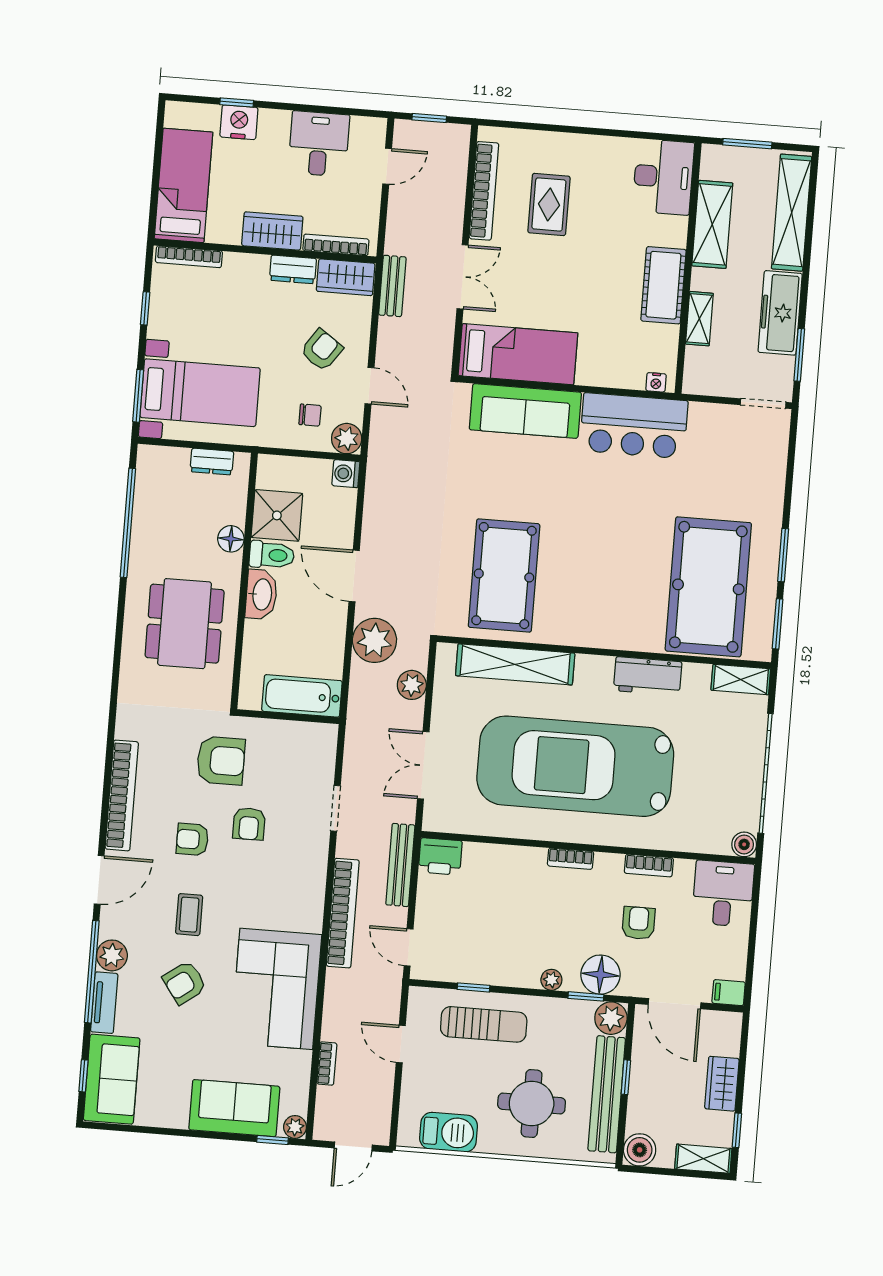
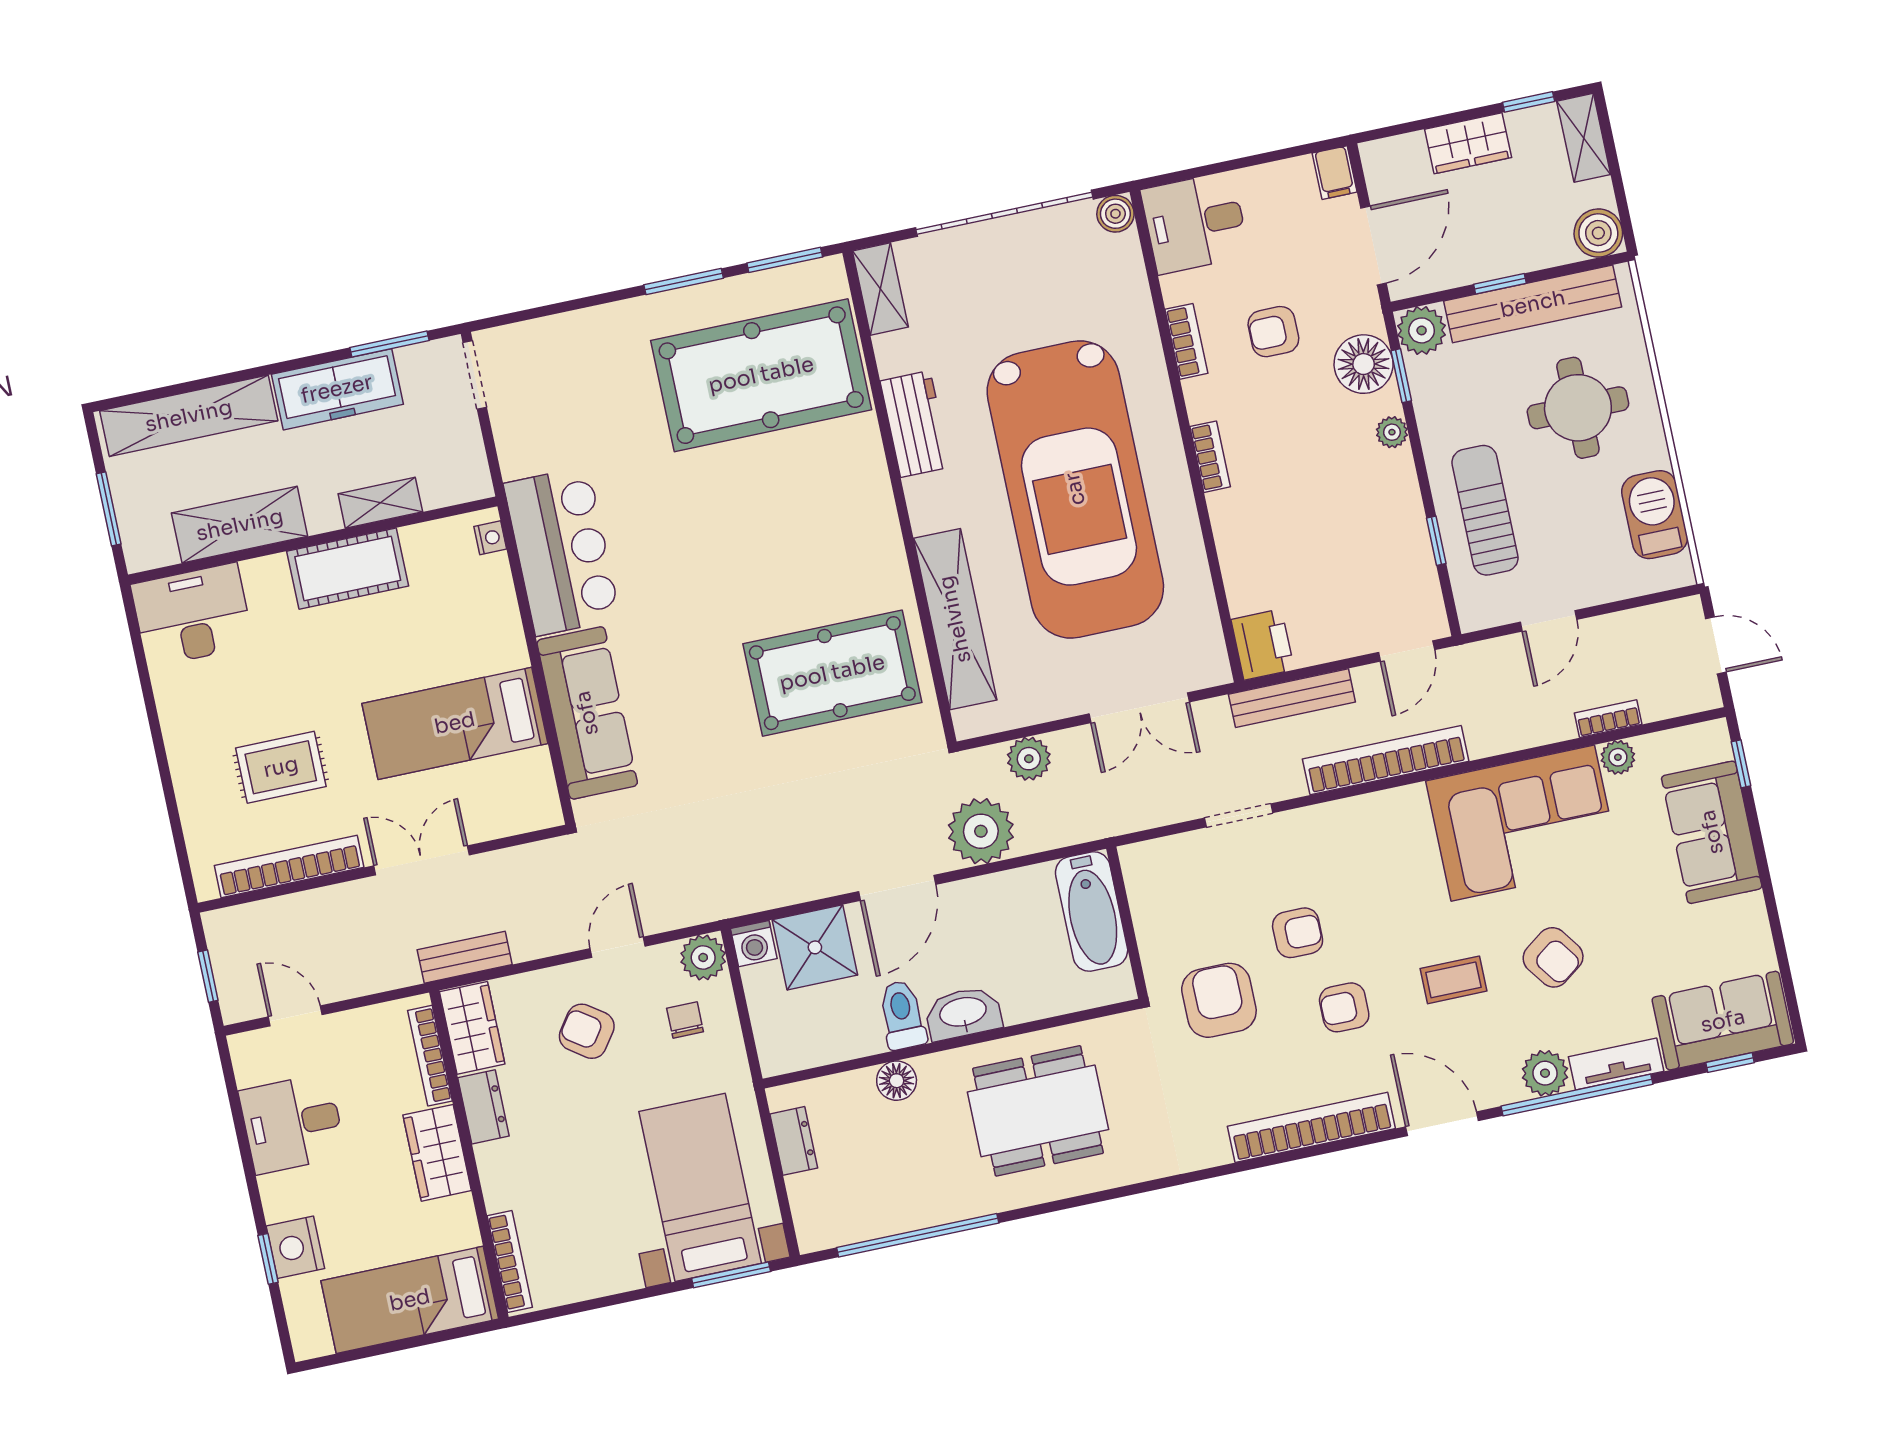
window: (145, 308) -> (603, 1302), removed
bed: (518, 354) -> (455, 723), moved, turned -90
shower: (277, 515) -> (815, 947), moved
armchair: (192, 839) -> (1344, 1007), turned 90
plant: (295, 1127) -> (1618, 757), moved

